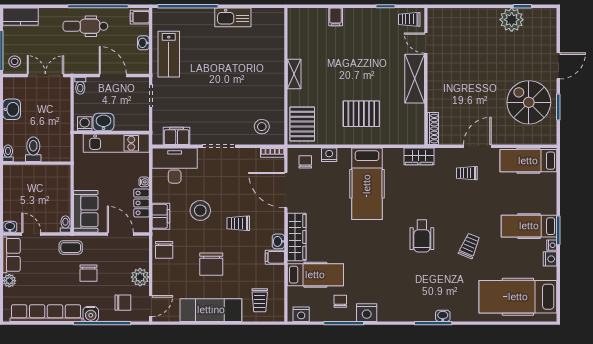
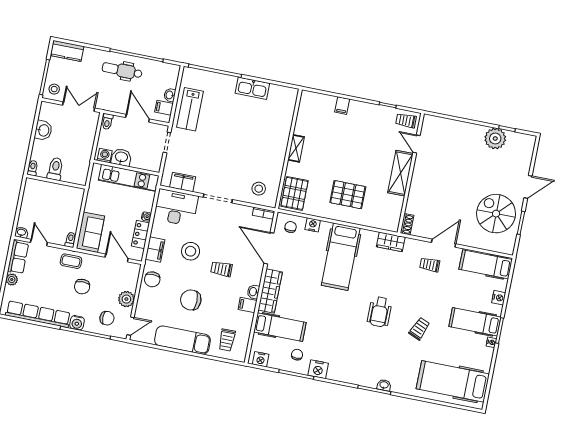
filing cabinet: (140, 17) -> (164, 108), moved
shoe rack: (433, 129) -> (407, 224), width x0.70
nightstand: (550, 259) -> (499, 298), moved
chair: (211, 264) -> (191, 300), turned 90

